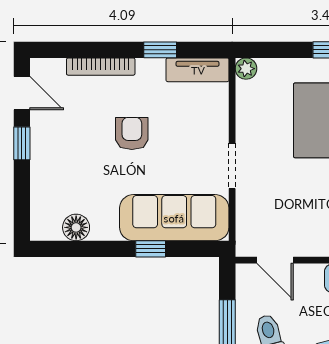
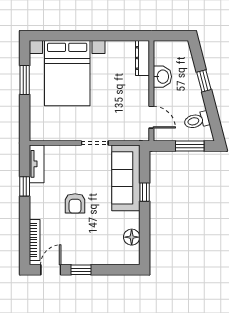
bookcase: (101, 67) -> (35, 240), moved
plant: (246, 69) -> (36, 135), removed
armchair: (132, 133) -> (75, 203), turned -90
door: (275, 260) -> (151, 117), hinge flipped

